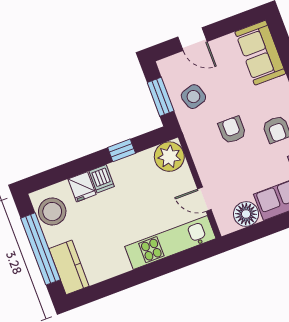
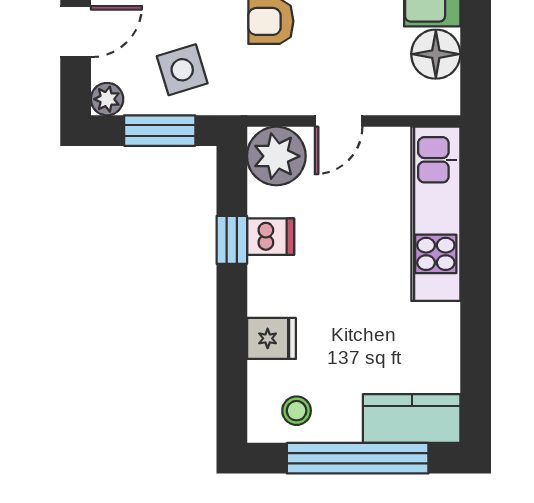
plant: (166, 66) -> (107, 99), added
dishwasher: (102, 179) -> (271, 237), moved
door: (204, 199) -> (339, 121), moved
stool: (52, 212) -> (297, 411), width x0.53, depth x0.53

